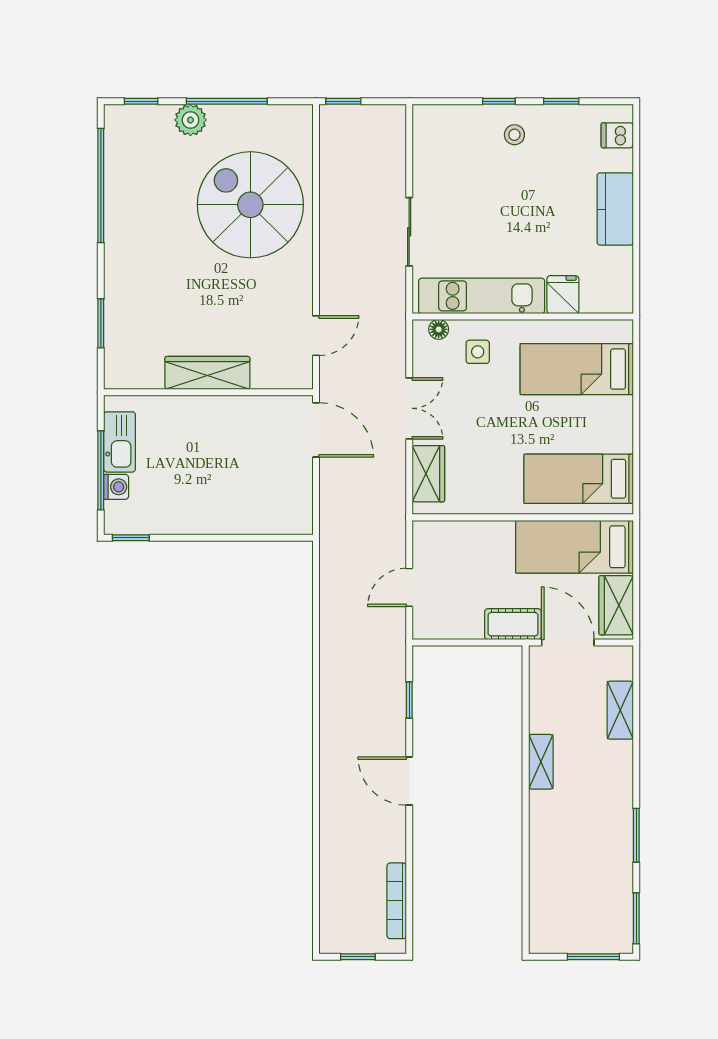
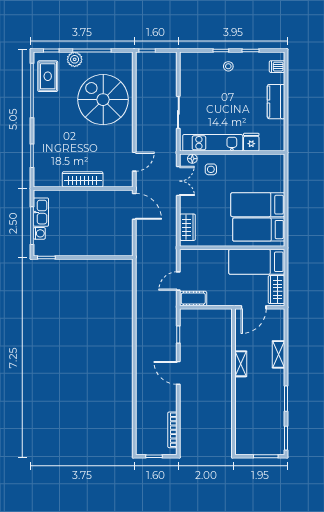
rug: (134, 156) -> (48, 76), added
bed: (577, 369) -> (258, 205), moved
double door: (409, 408) -> (178, 181), moved
cot: (513, 624) -> (193, 299), moved
door: (568, 642) -> (254, 307), swing flipped
shelving: (620, 710) -> (278, 354), moved

